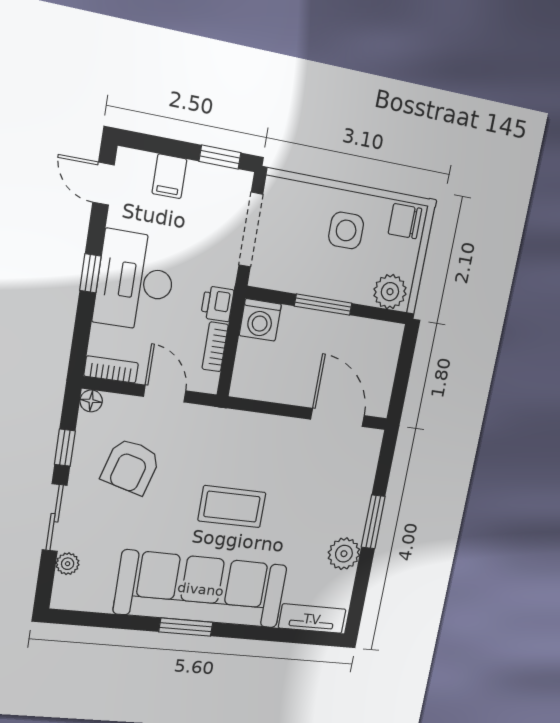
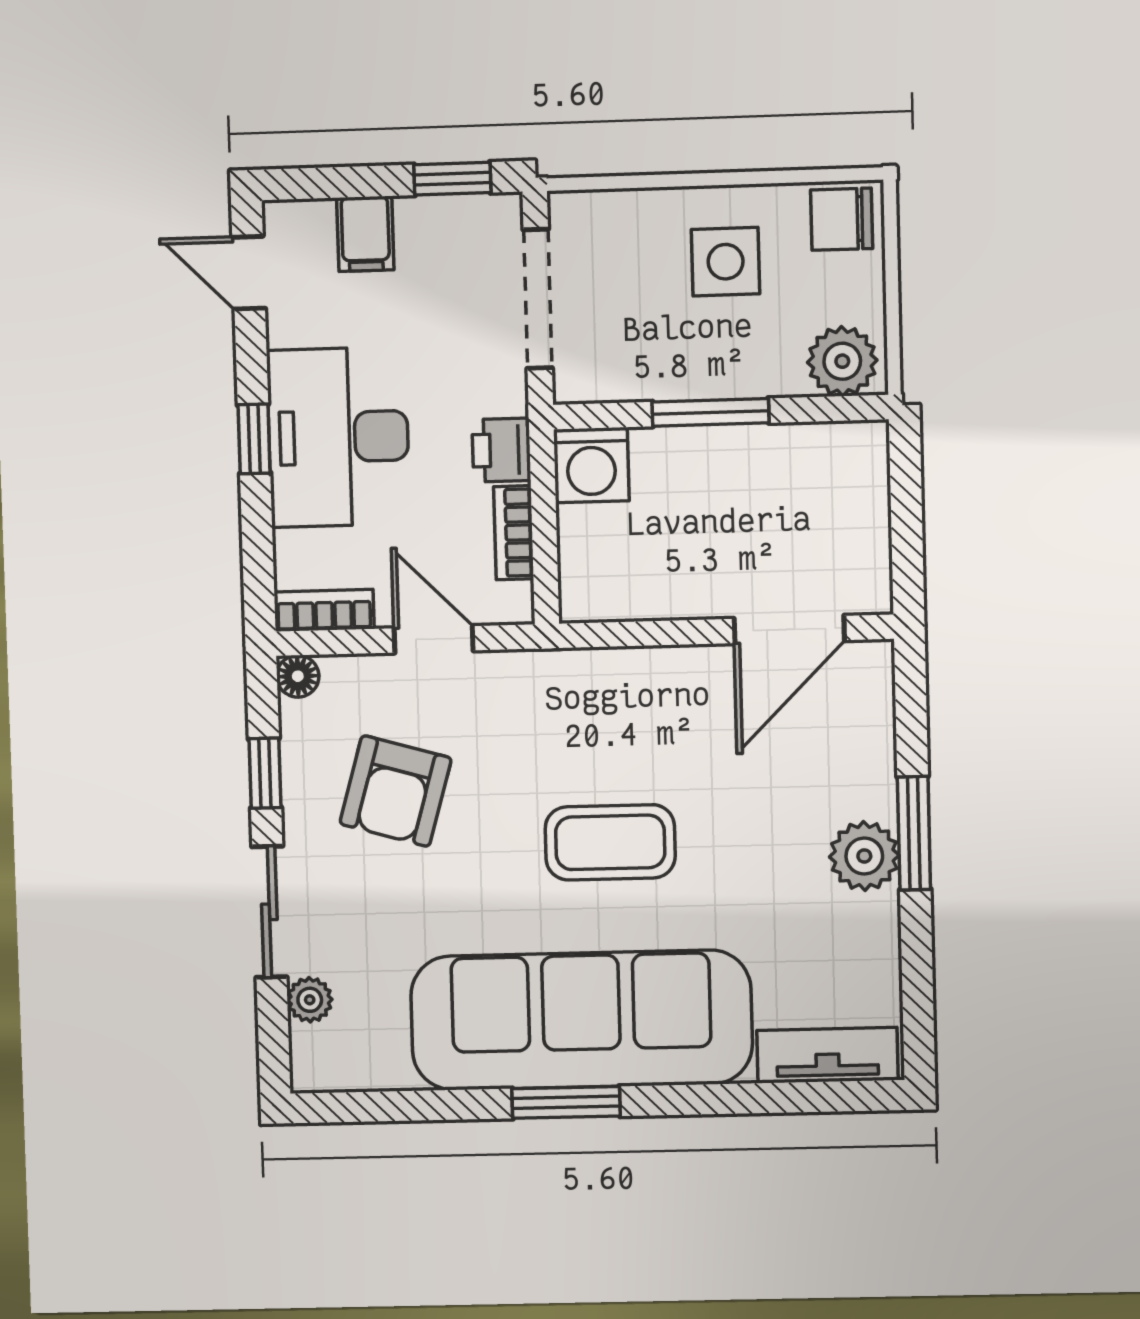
door: (338, 417) -> (789, 630), swing flipped
plant: (344, 554) -> (864, 856), moved

